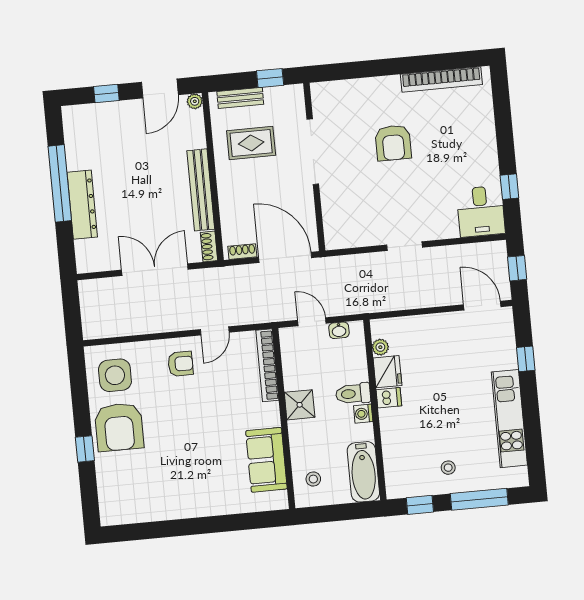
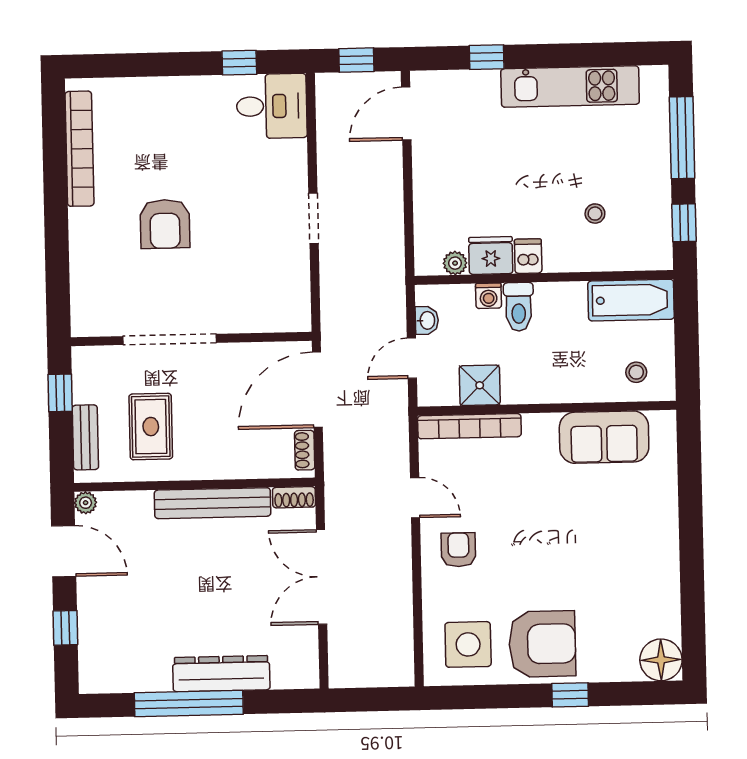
armchair: (393, 143) -> (165, 224), turned 90
shower: (300, 405) -> (480, 385), moved
washing machine: (363, 414) -> (489, 296), moved
stool: (448, 468) -> (595, 214), moved
floor lamp: (114, 511) -> (661, 660), added

